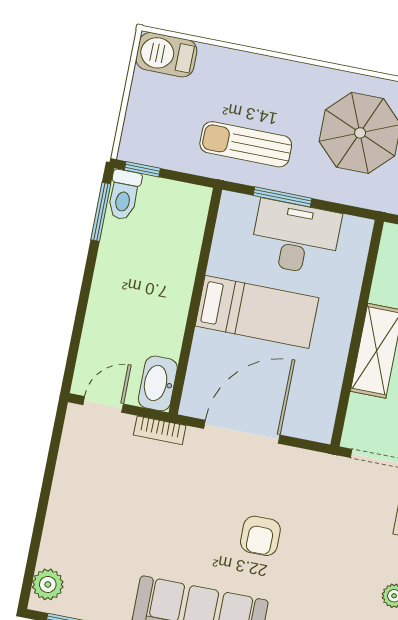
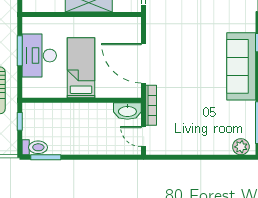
window: (142, 169) -> (20, 121), moved
window: (282, 197) -> (20, 51), moved
bookcase: (160, 430) -> (151, 105), width x1.56
armchair: (260, 536) -> (195, 43), removed

